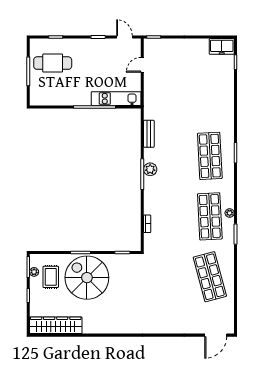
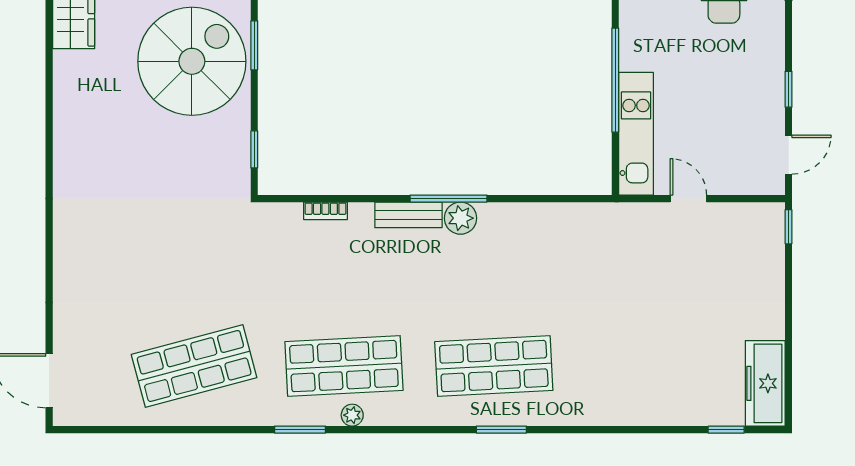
freezer: (222, 46) -> (765, 383), width x1.40
door: (142, 65) -> (688, 199), moved
bench: (149, 134) -> (408, 215), moved

